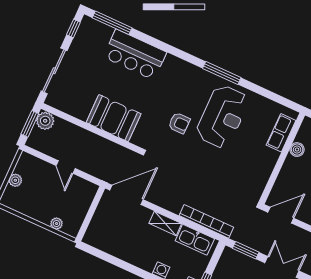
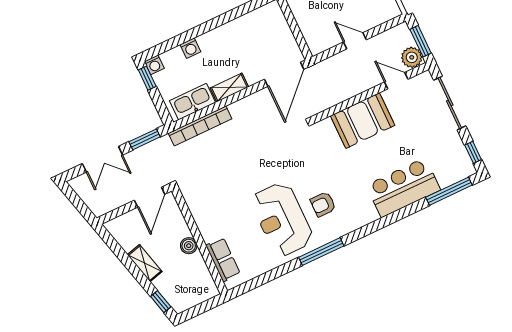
door: (69, 118) -> (396, 81), added
armchair: (179, 123) -> (323, 204), moved
boiler: (297, 150) -> (189, 246), moved

